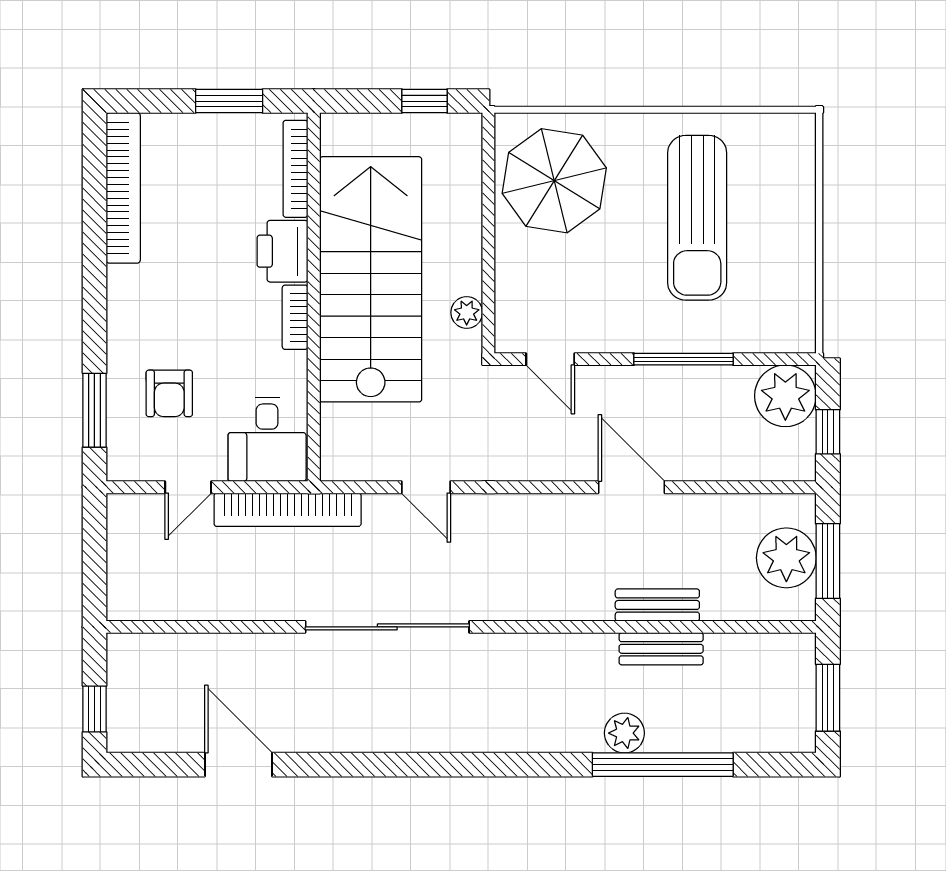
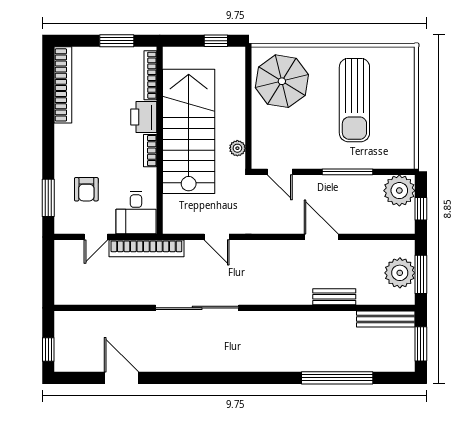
bench: (661, 649) -> (386, 319), moved, width x1.36
plant: (624, 733) -> (318, 362), removed

